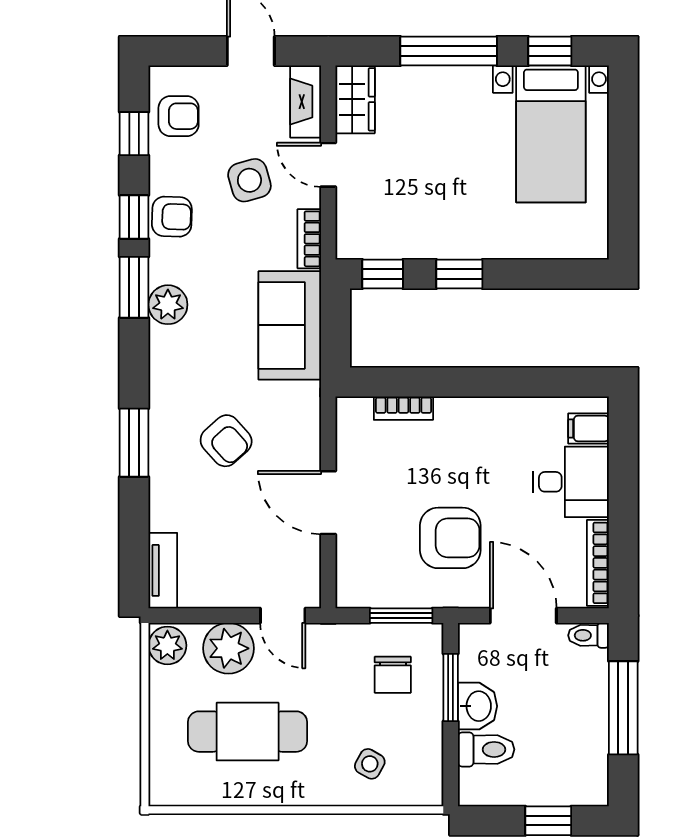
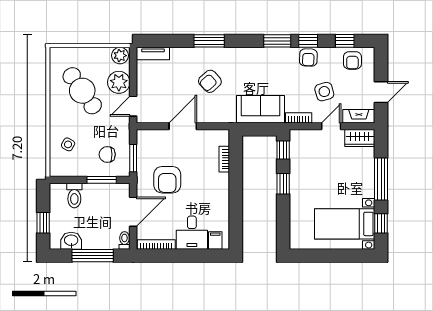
plant: (168, 305) -> (270, 56), removed
washbasin: (478, 706) -> (71, 241), moved, turned 180
cafe table: (248, 732) -> (82, 91), turned -35

